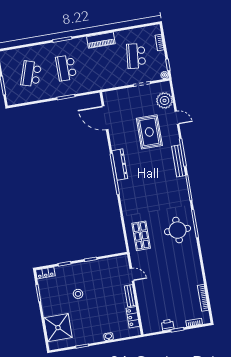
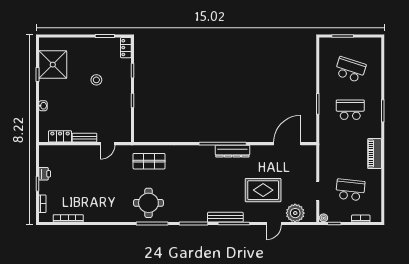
shower: (58, 328) -> (53, 65), moved

